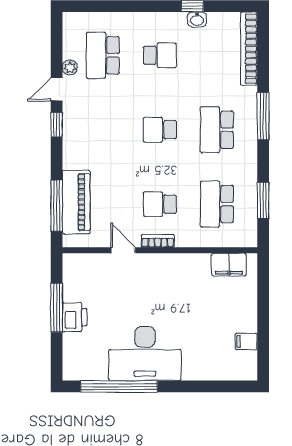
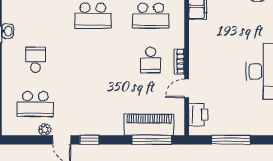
school desk: (160, 130) -> (93, 60), removed
printer: (75, 317) -> (198, 115), moved, turned 90

